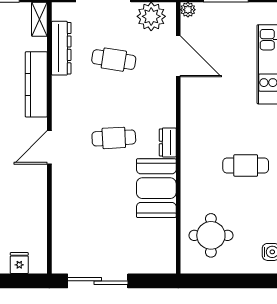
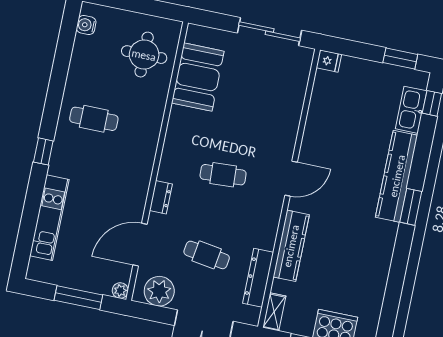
door: (178, 56) -> (140, 245), hinge flipped
dresser: (168, 142) -> (161, 197), moved
booth: (156, 188) -> (198, 77), moved
fridge: (19, 263) -> (329, 61), moved, turned -90

